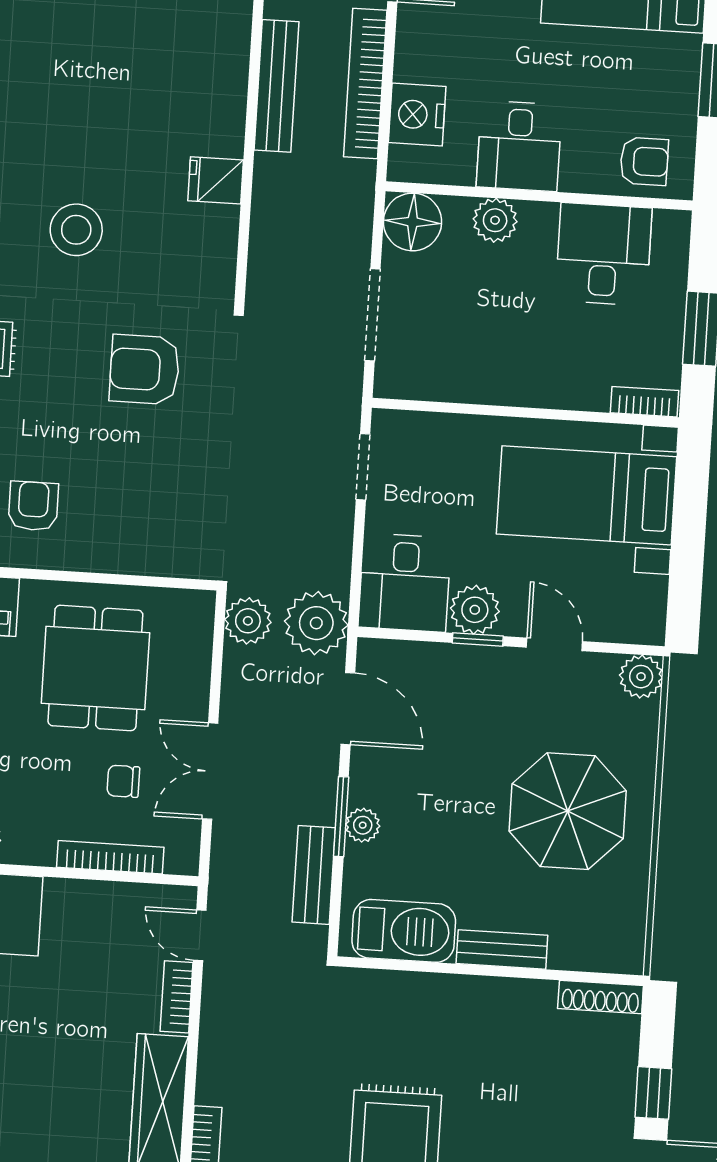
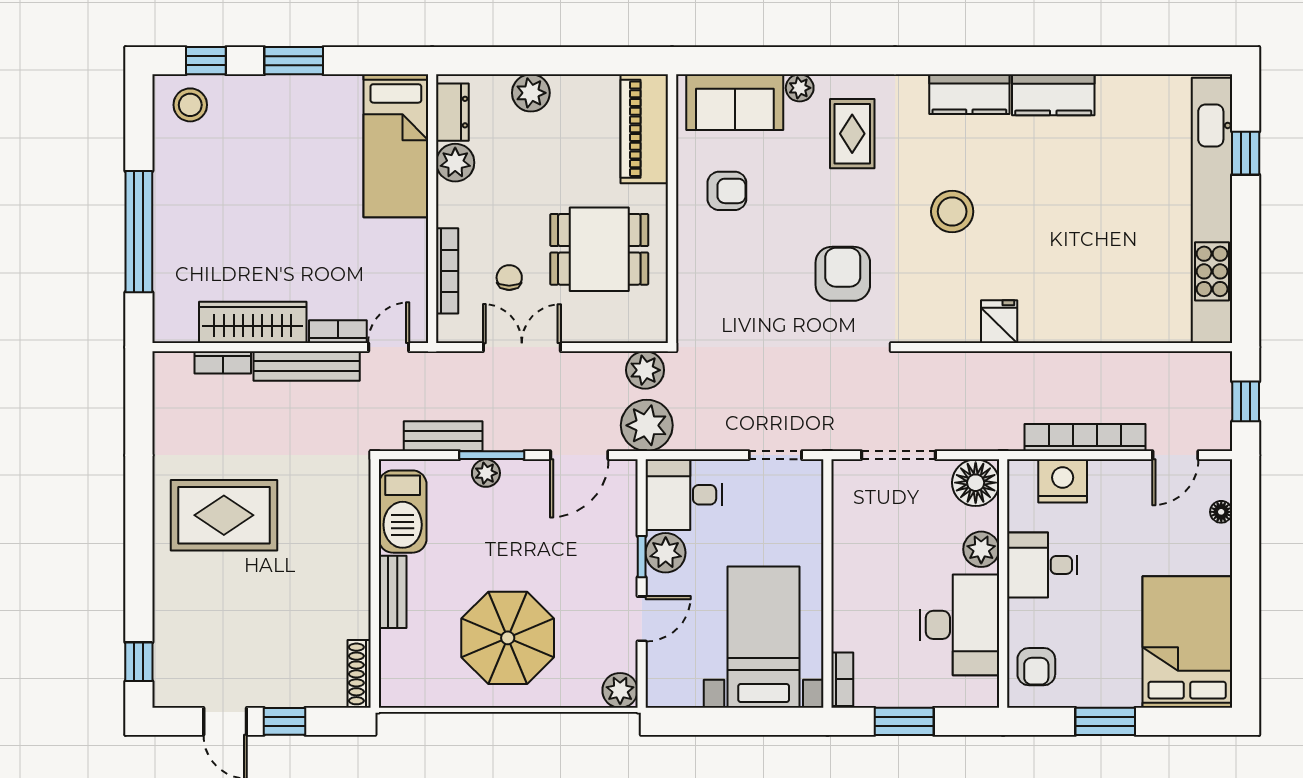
bench: (277, 86) -> (307, 366), moved
desk: (604, 254) -> (959, 625), width x1.37

